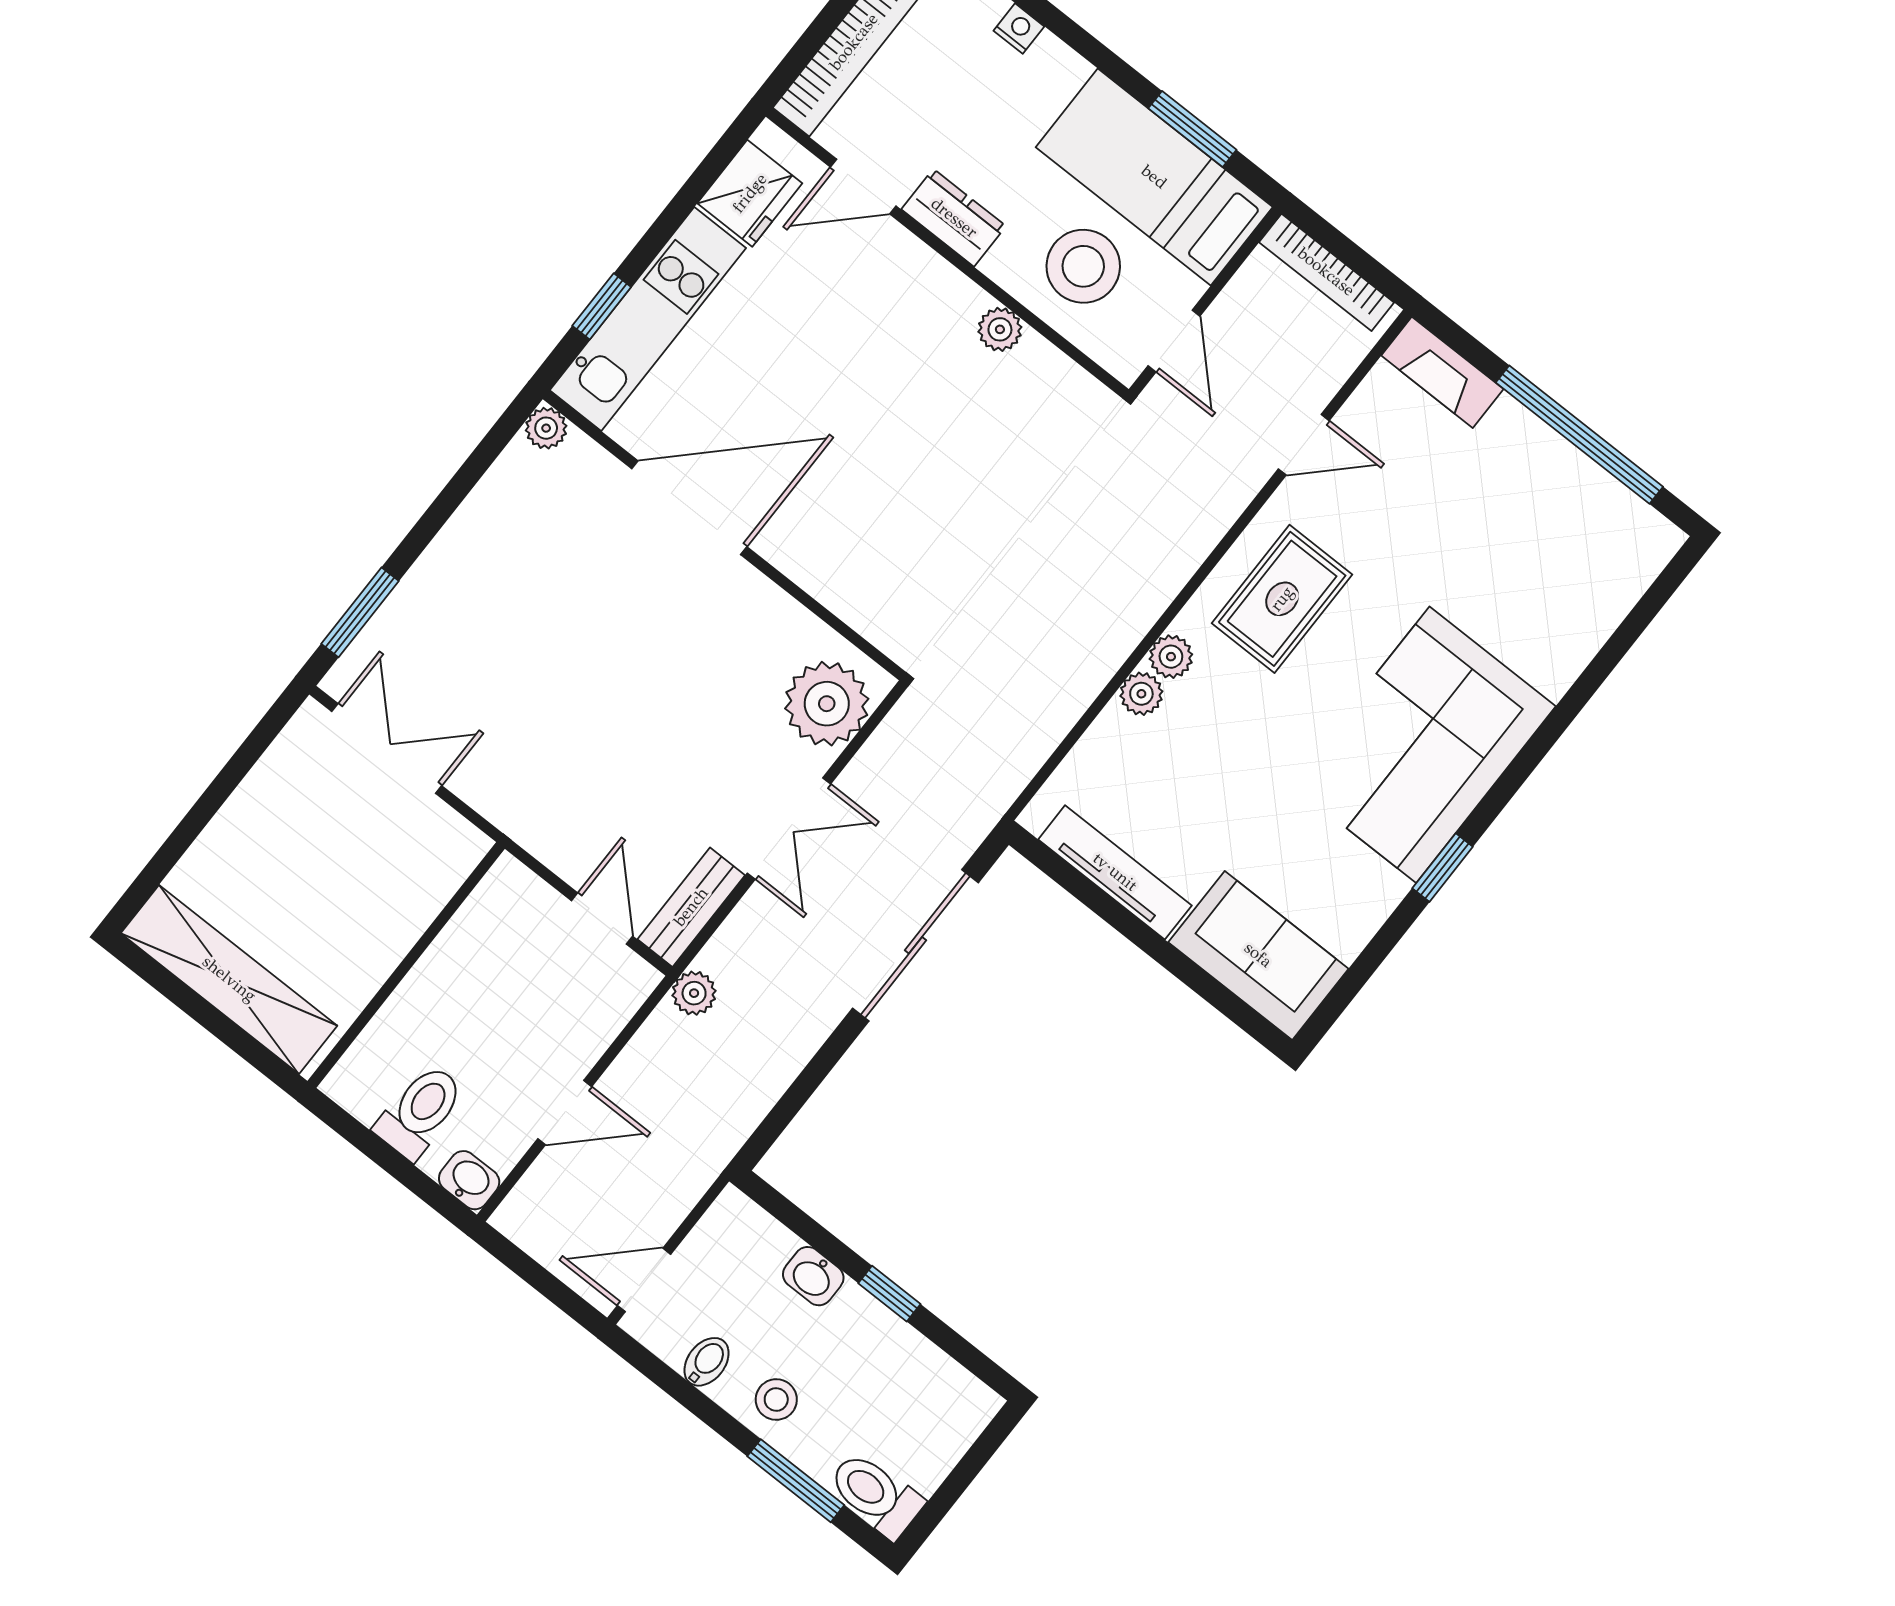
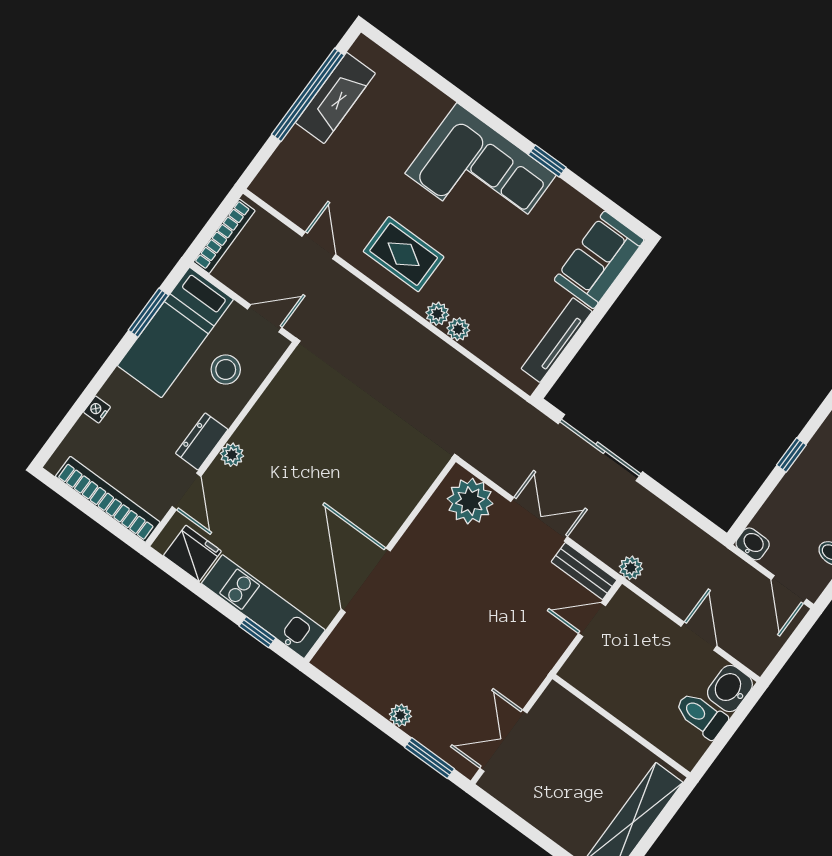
stool: (1083, 266) -> (226, 370), width x0.73, depth x0.73
plant: (1000, 329) -> (232, 455), moved
fireplace: (1442, 372) -> (335, 98), moved, width x1.37, depth x1.32
plant: (546, 428) -> (400, 715), moved
washbasin: (469, 1180) -> (730, 689), width x1.38, depth x1.45
washbasin: (813, 1276) -> (753, 544), moved, turned -90

